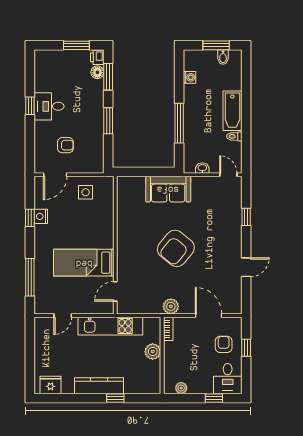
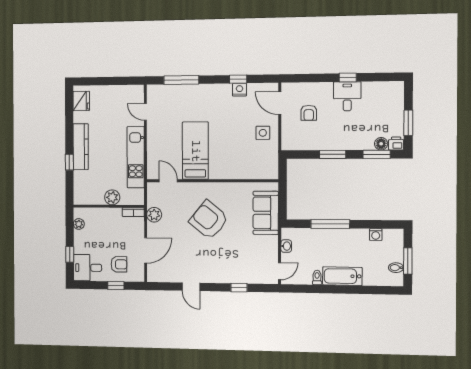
wall: (115, 245) -> (212, 181), moved
bed: (84, 263) -> (195, 151), moved
door: (115, 291) -> (168, 181), moved

